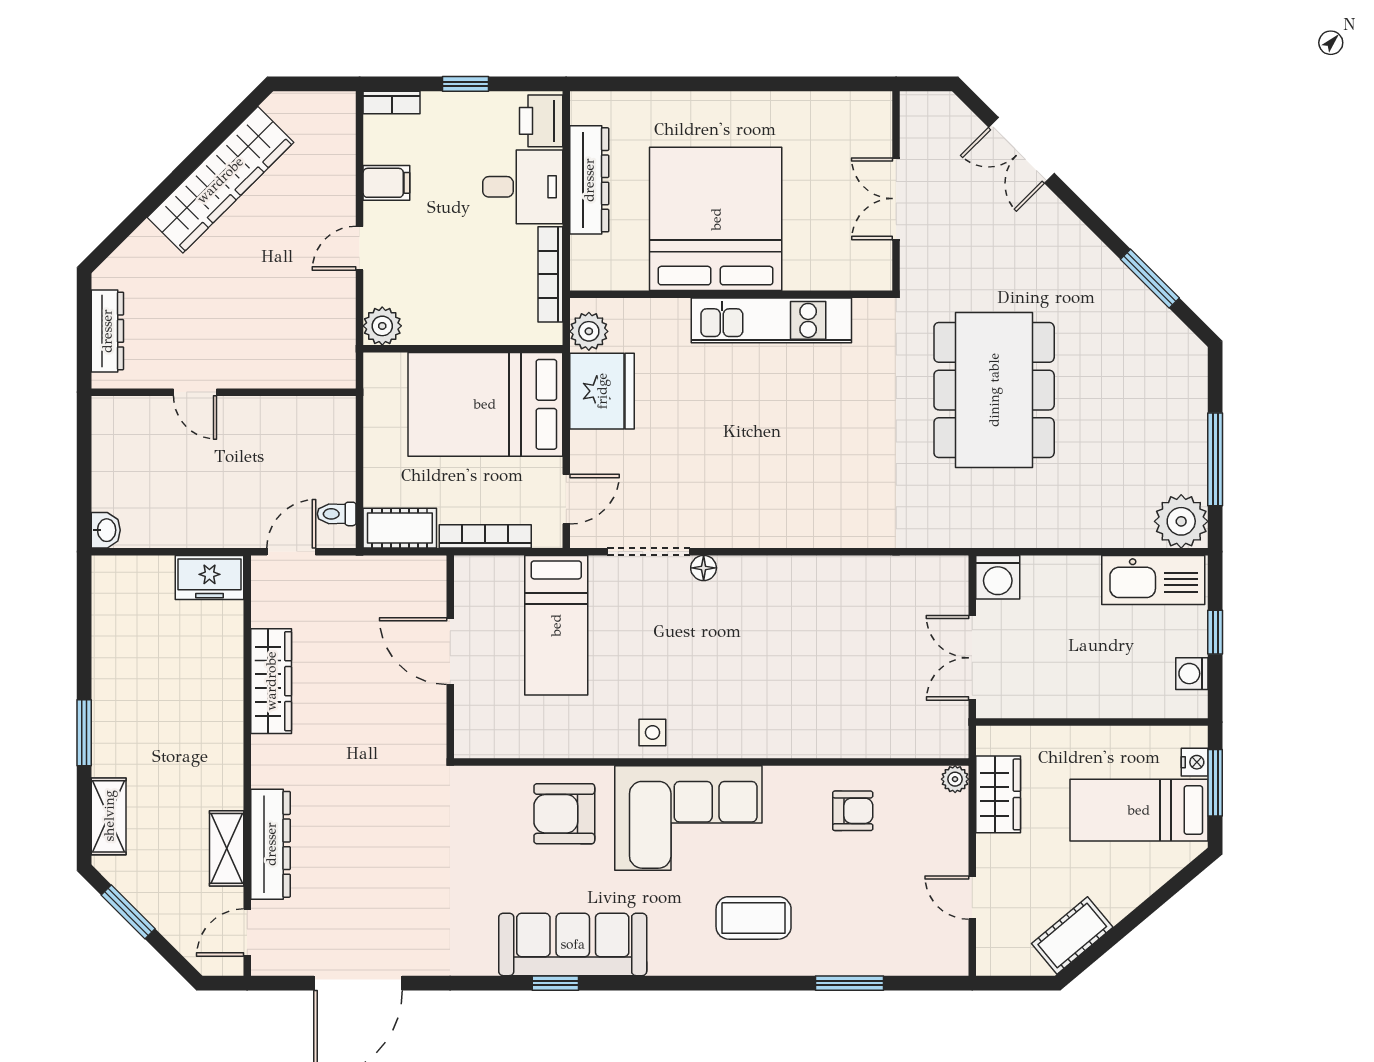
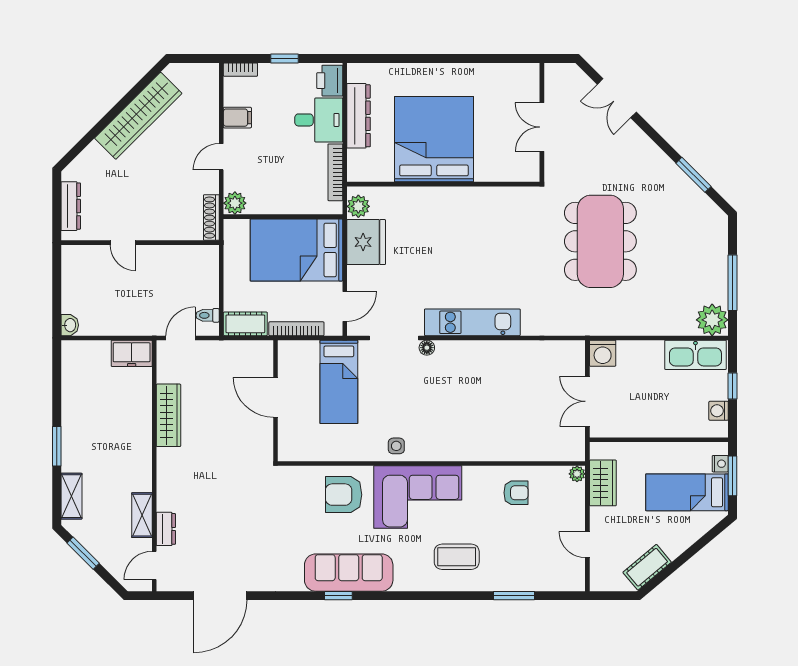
kitchen unit: (771, 320) -> (472, 322), moved, turned 180
shoe rack: (343, 350) -> (211, 218), added
dresser: (271, 844) -> (166, 529), width x0.51, depth x0.80

